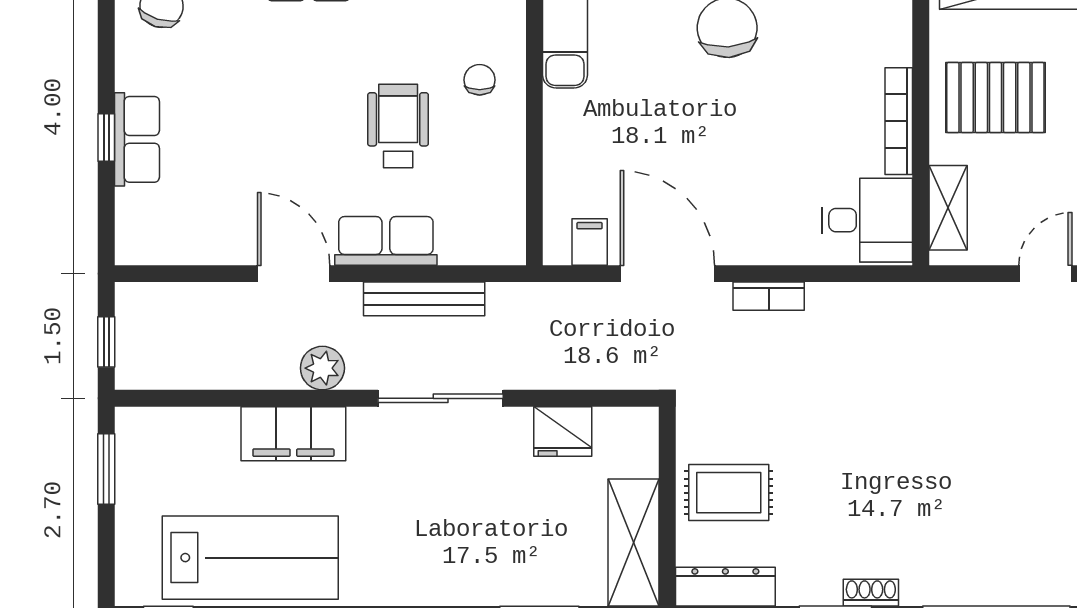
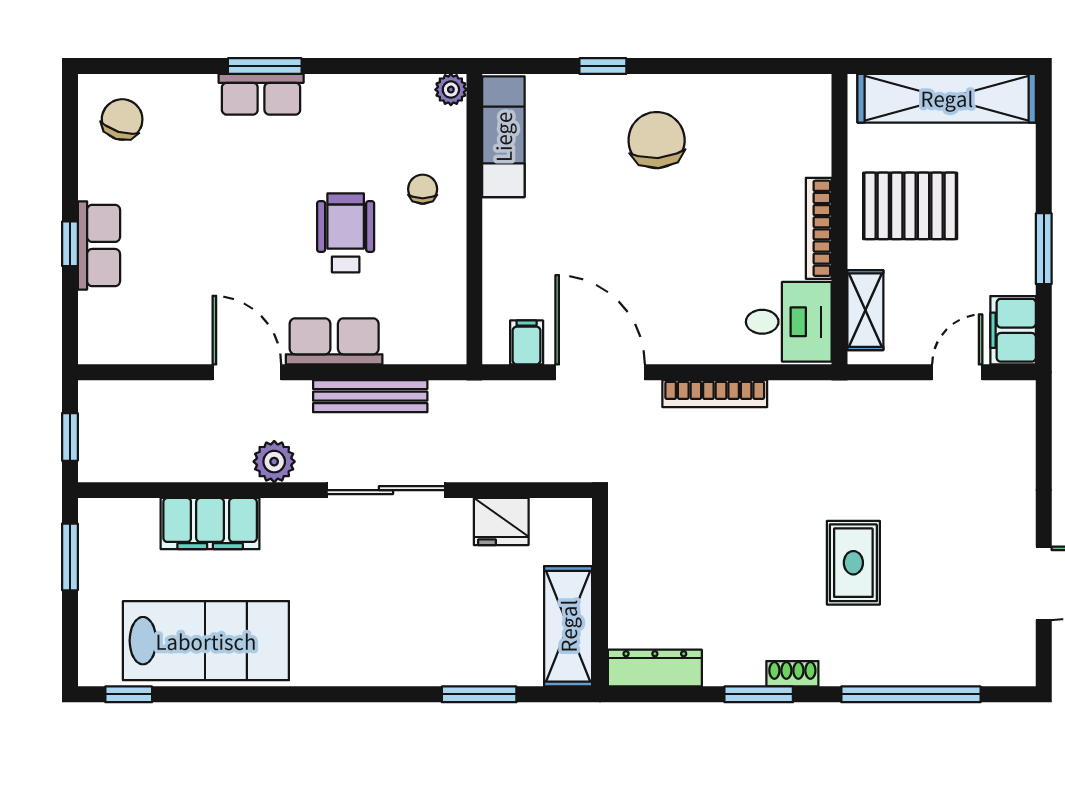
bookcase: (769, 296) -> (715, 394), width x1.56
filing cabinet: (293, 434) -> (210, 524), moved
rug: (729, 493) -> (853, 563), moved, turned 90

